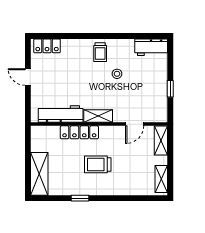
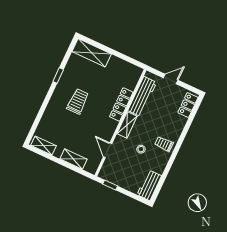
workbench: (61, 114) -> (142, 96), moved
shelving: (98, 116) -> (127, 125), moved
wall: (99, 124) -> (121, 123), moved
door: (135, 124) -> (108, 150), moved
locker: (79, 132) -> (121, 104), moved

